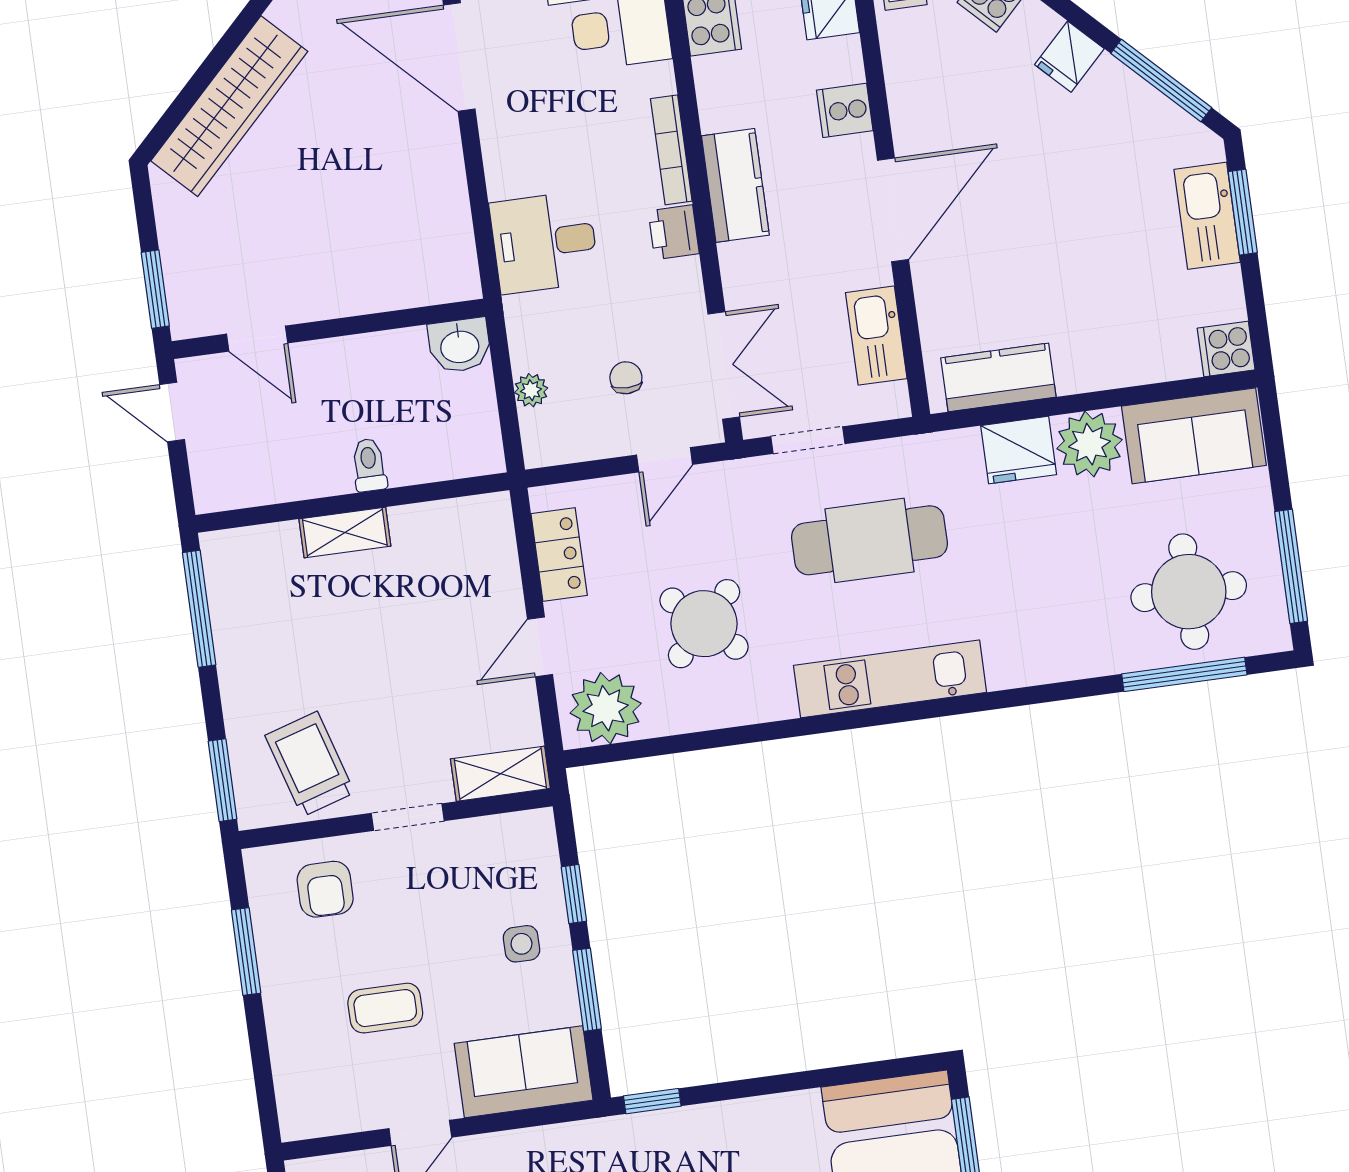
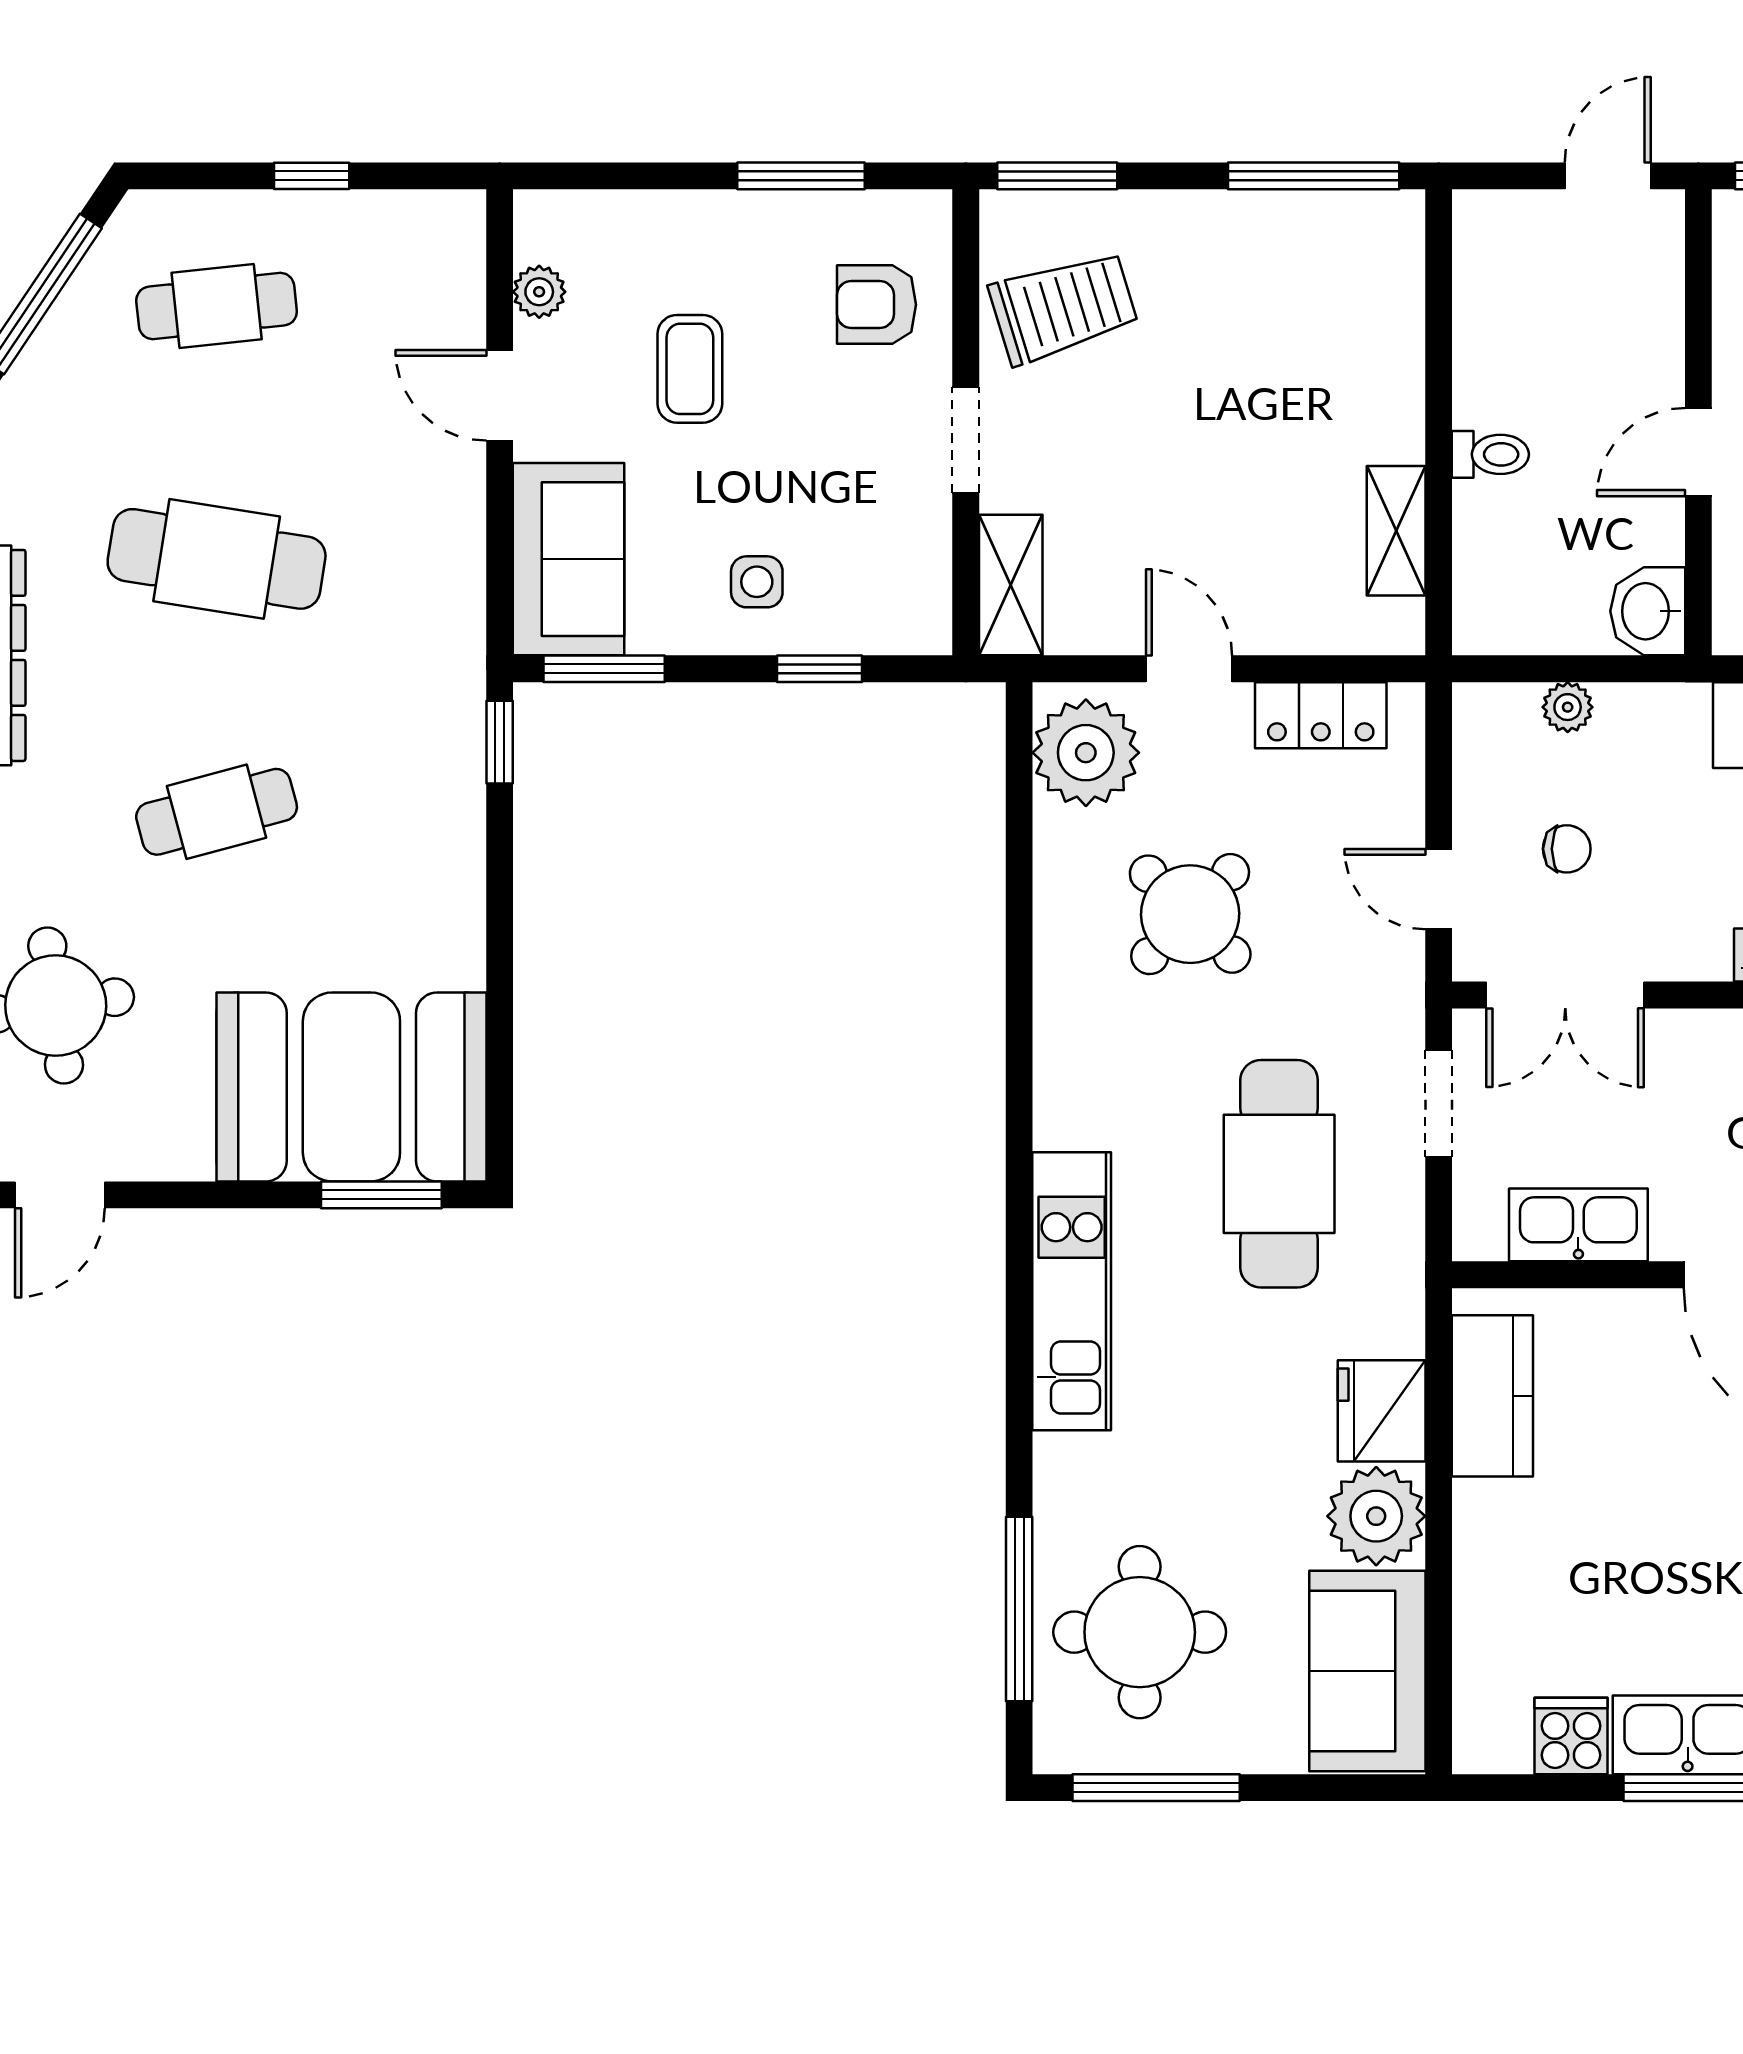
door: (257, 339) -> (1698, 452), moved
cooker: (1226, 349) -> (1571, 1736), moved
shelving: (345, 532) -> (1396, 531), moved
kitchen unit: (890, 679) -> (1072, 1291), moved
window: (587, 990) -> (604, 669), moved
plant: (347, 1116) -> (539, 292), added

